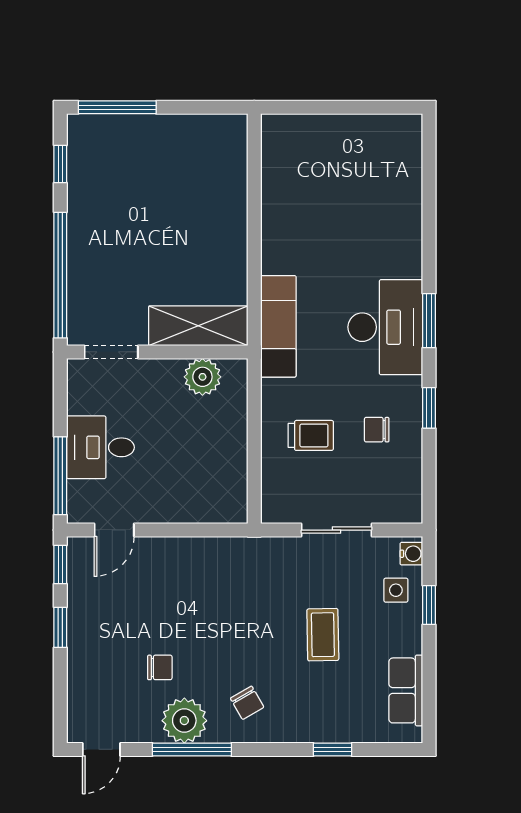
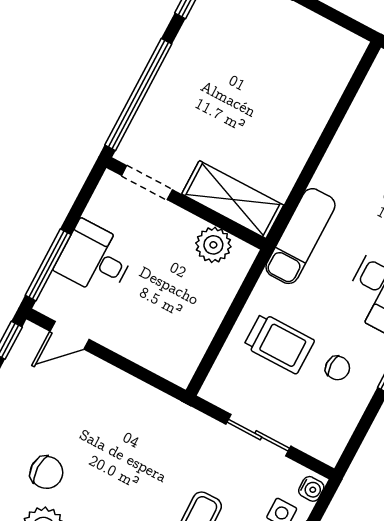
chair: (377, 430) -> (338, 368), turned 180
trolley: (311, 435) -> (279, 343), width x1.36, depth x1.39
chair: (160, 667) -> (46, 472), width x1.37, depth x1.37

